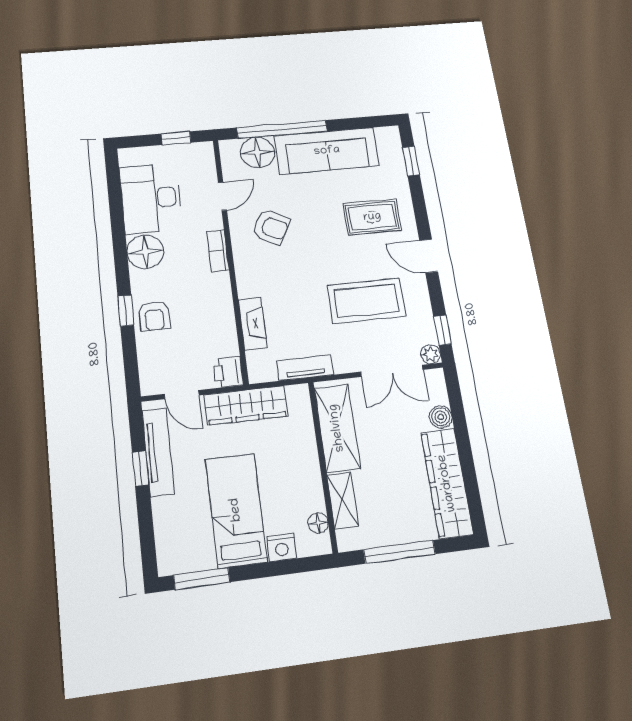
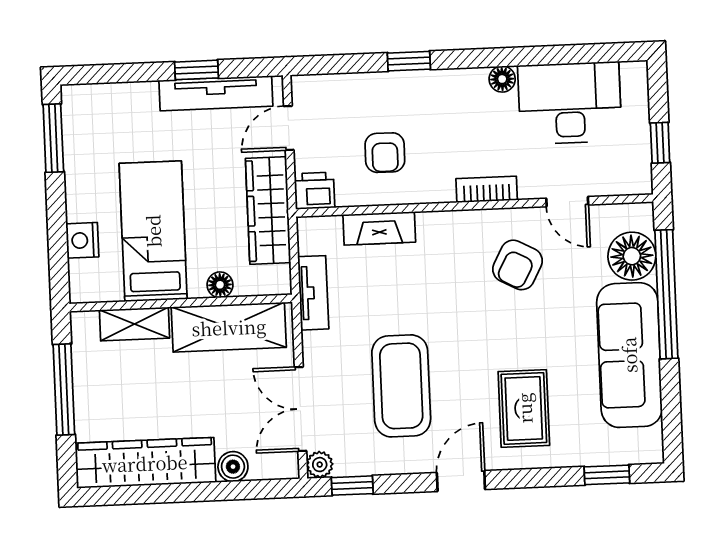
floor lamp: (145, 252) -> (502, 79), width x0.53, depth x0.53
armchair: (154, 316) -> (385, 153), moved, turned -90
bed: (236, 510) -> (153, 231), moved, turned -90
floor lamp: (318, 523) -> (220, 285), moved

